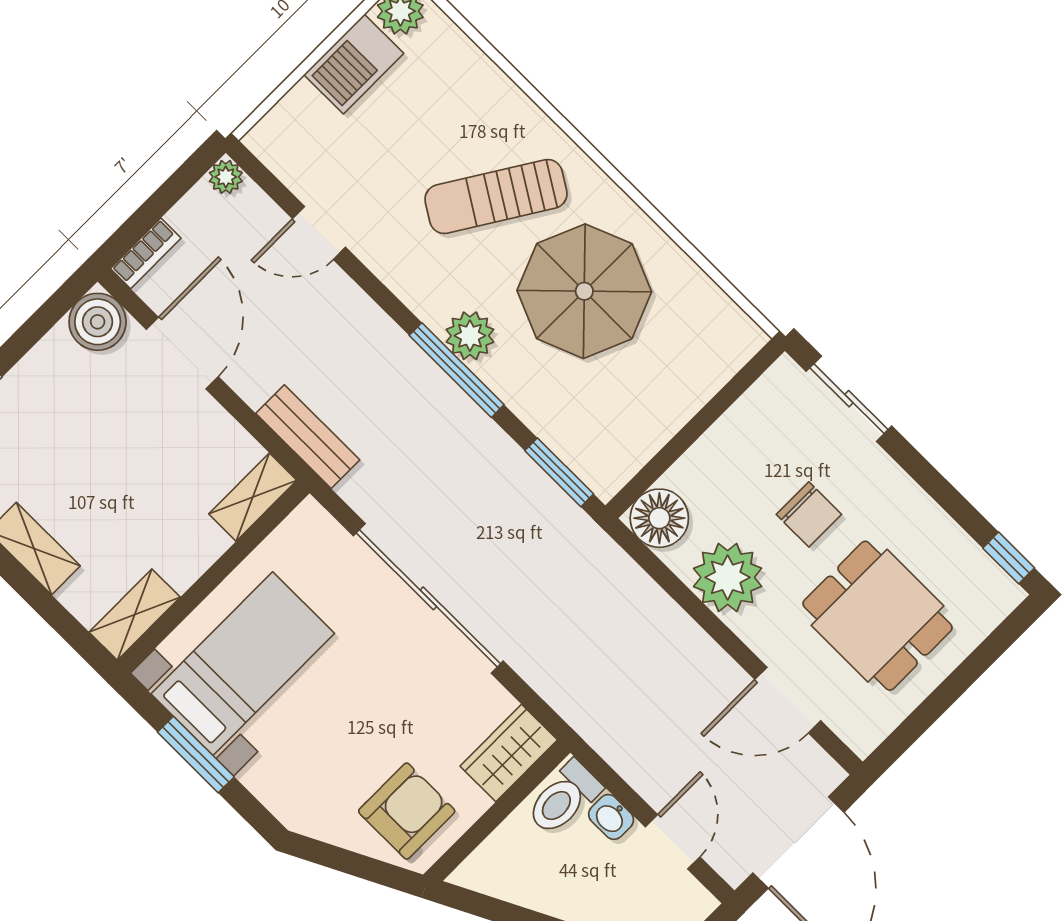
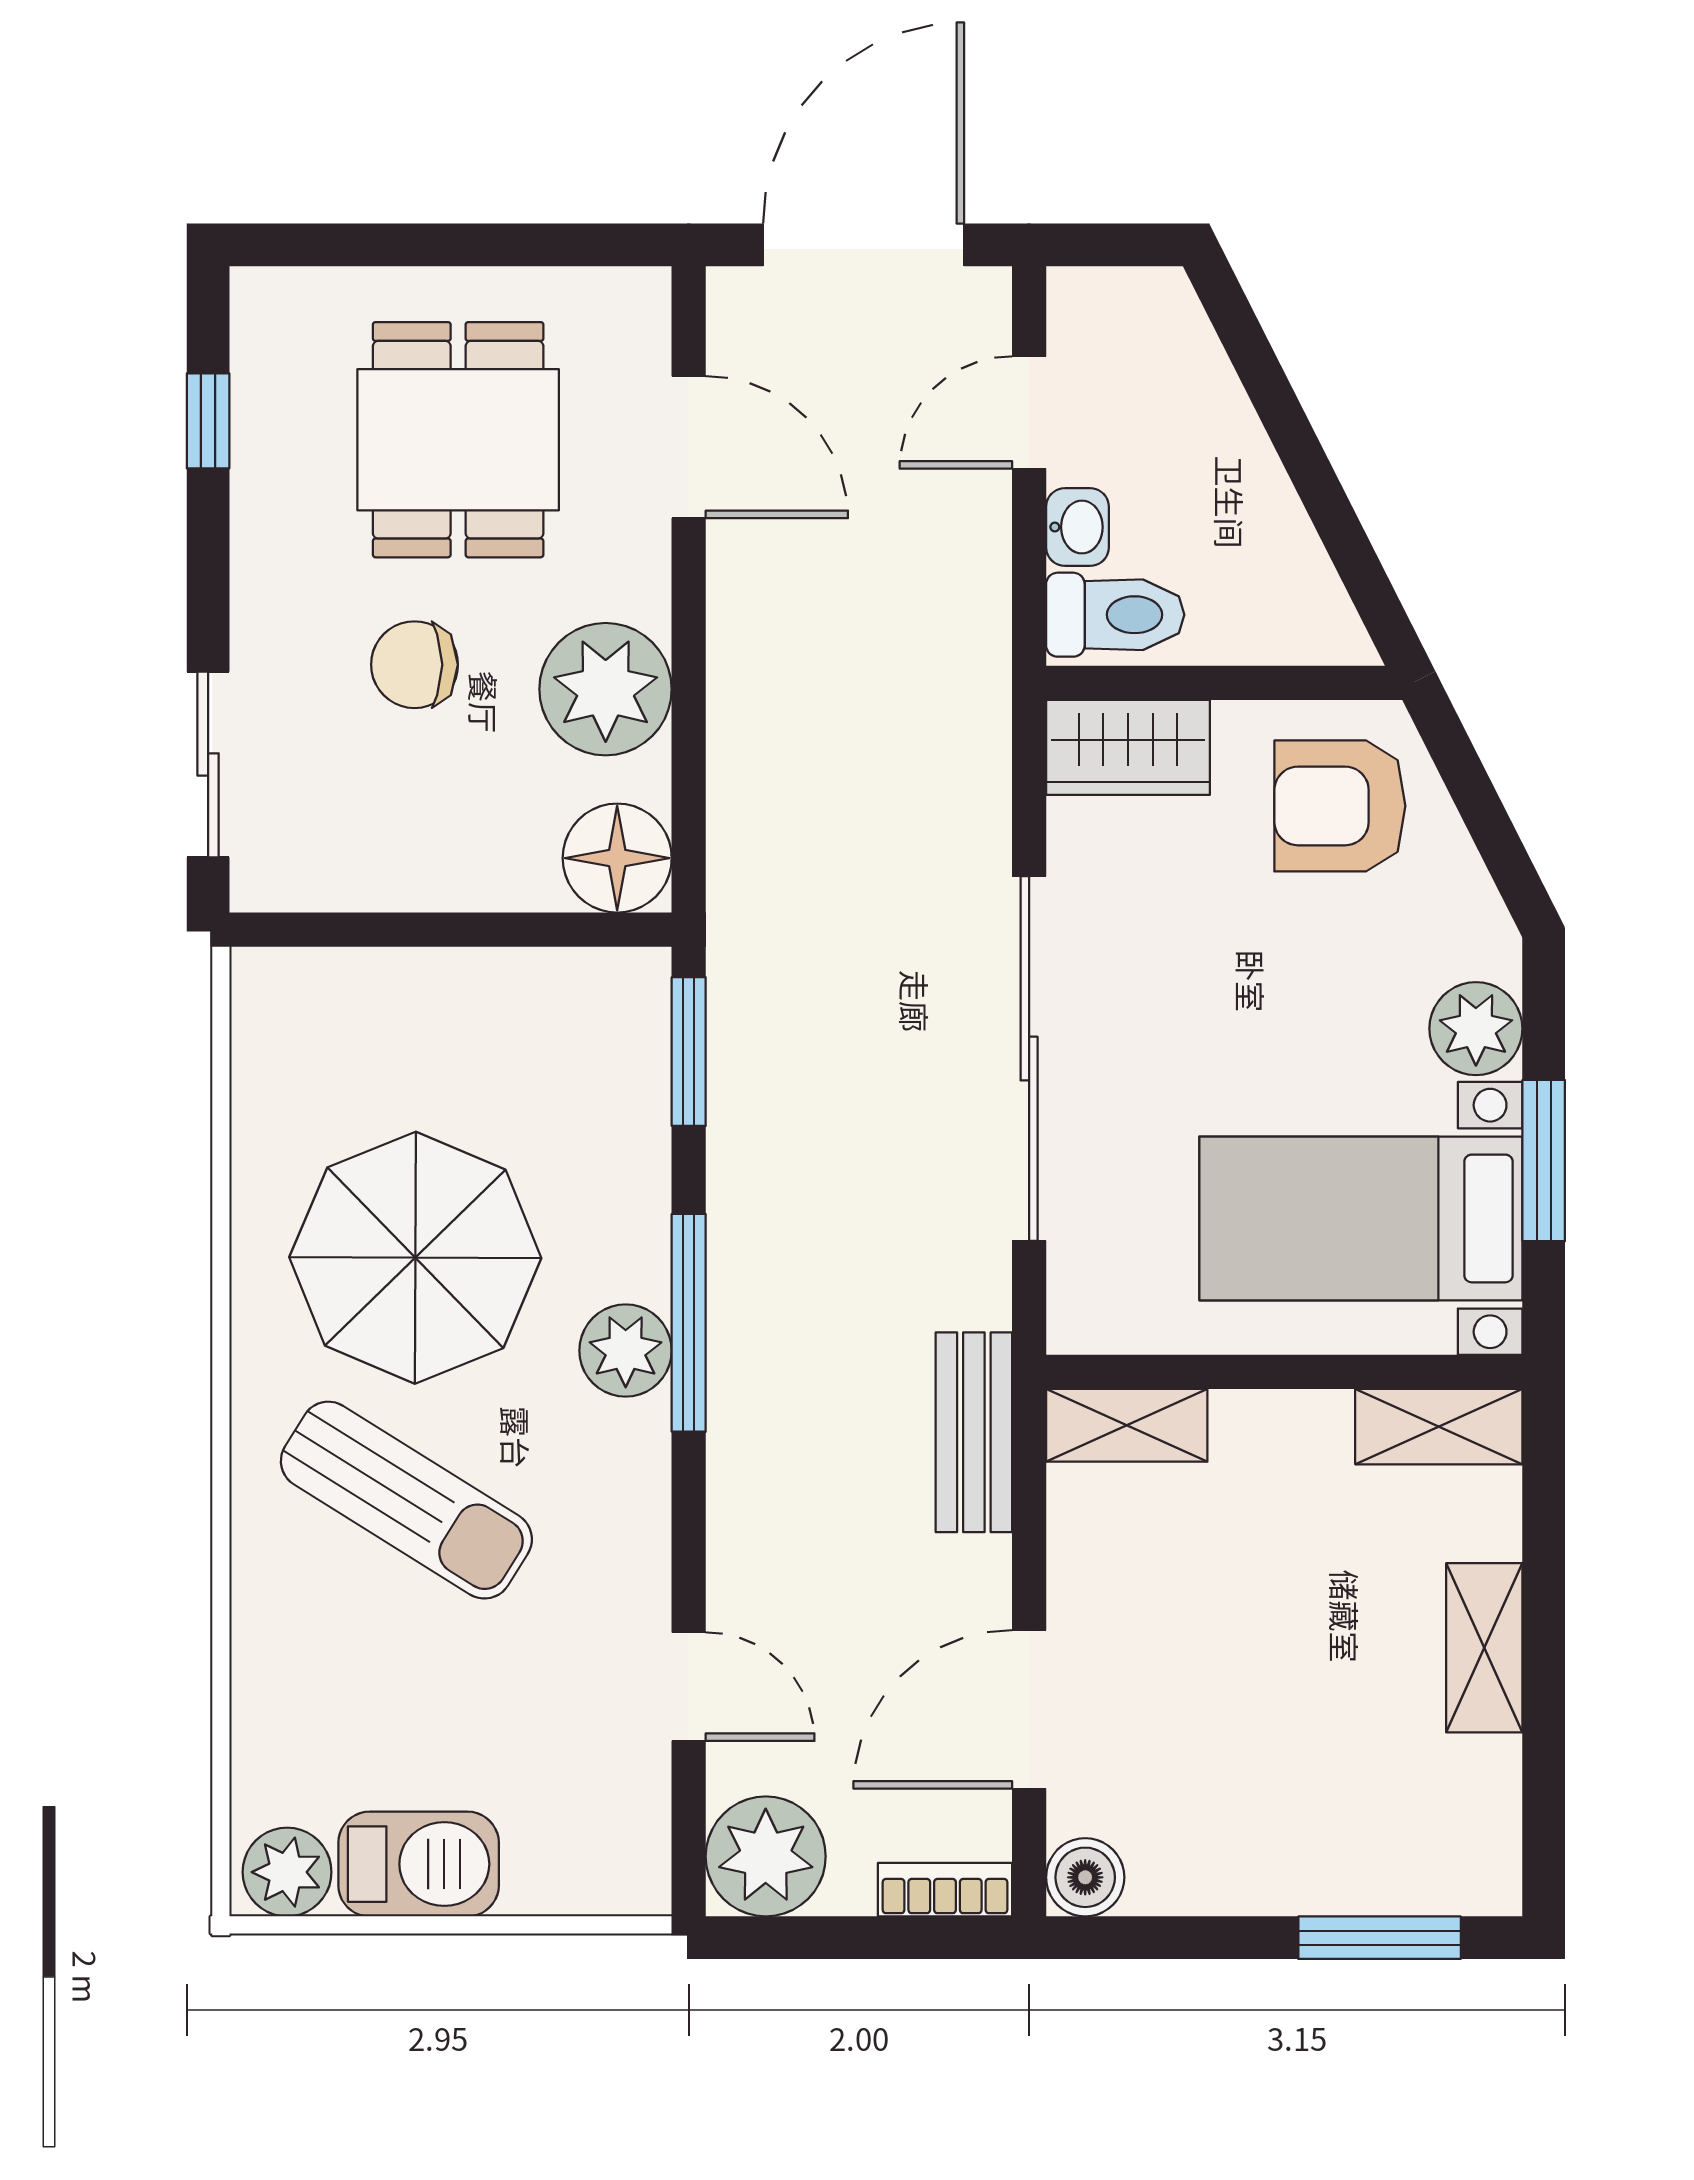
plant: (226, 177) -> (766, 1856), width x1.87, depth x1.87
boiler: (98, 322) -> (1085, 1877), width x0.73, depth x0.73
chair: (809, 514) -> (414, 665), turned -90
window: (1009, 558) -> (208, 421), moved
plant: (271, 779) -> (1476, 1029), added

